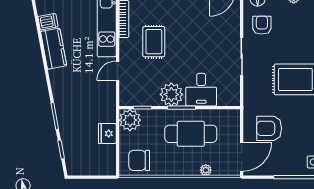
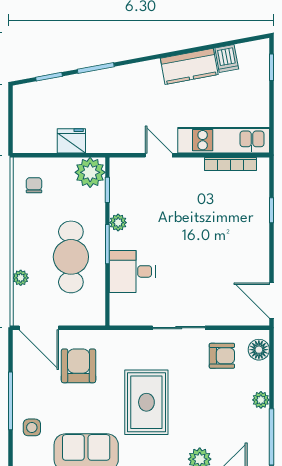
rug: (154, 42) -> (199, 206), removed
plant: (171, 94) -> (118, 223), width x0.53, depth x0.53
chair: (139, 160) -> (34, 185), width x0.54, depth x0.54

